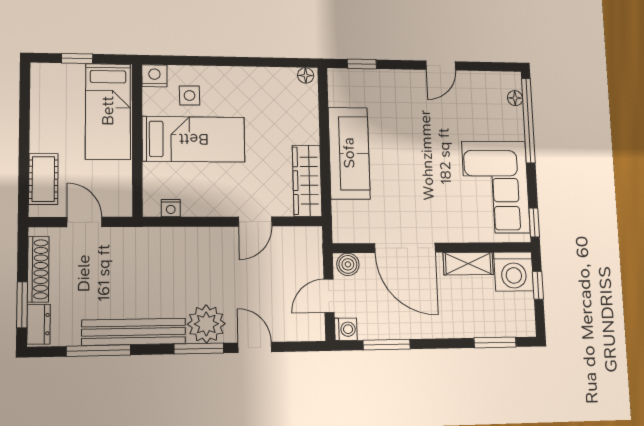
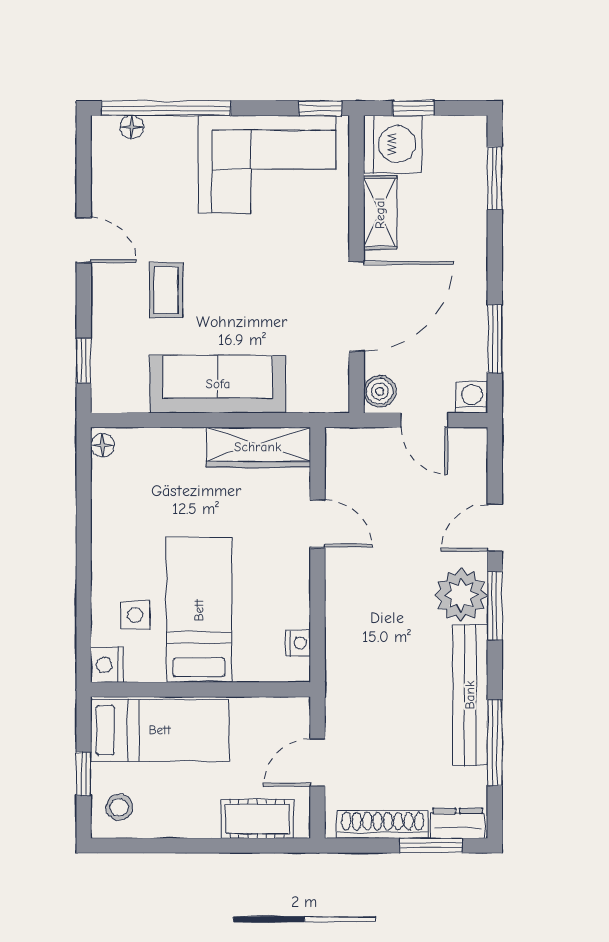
stool: (53, 82) -> (119, 807), added
coffee table: (410, 119) -> (166, 290), added

